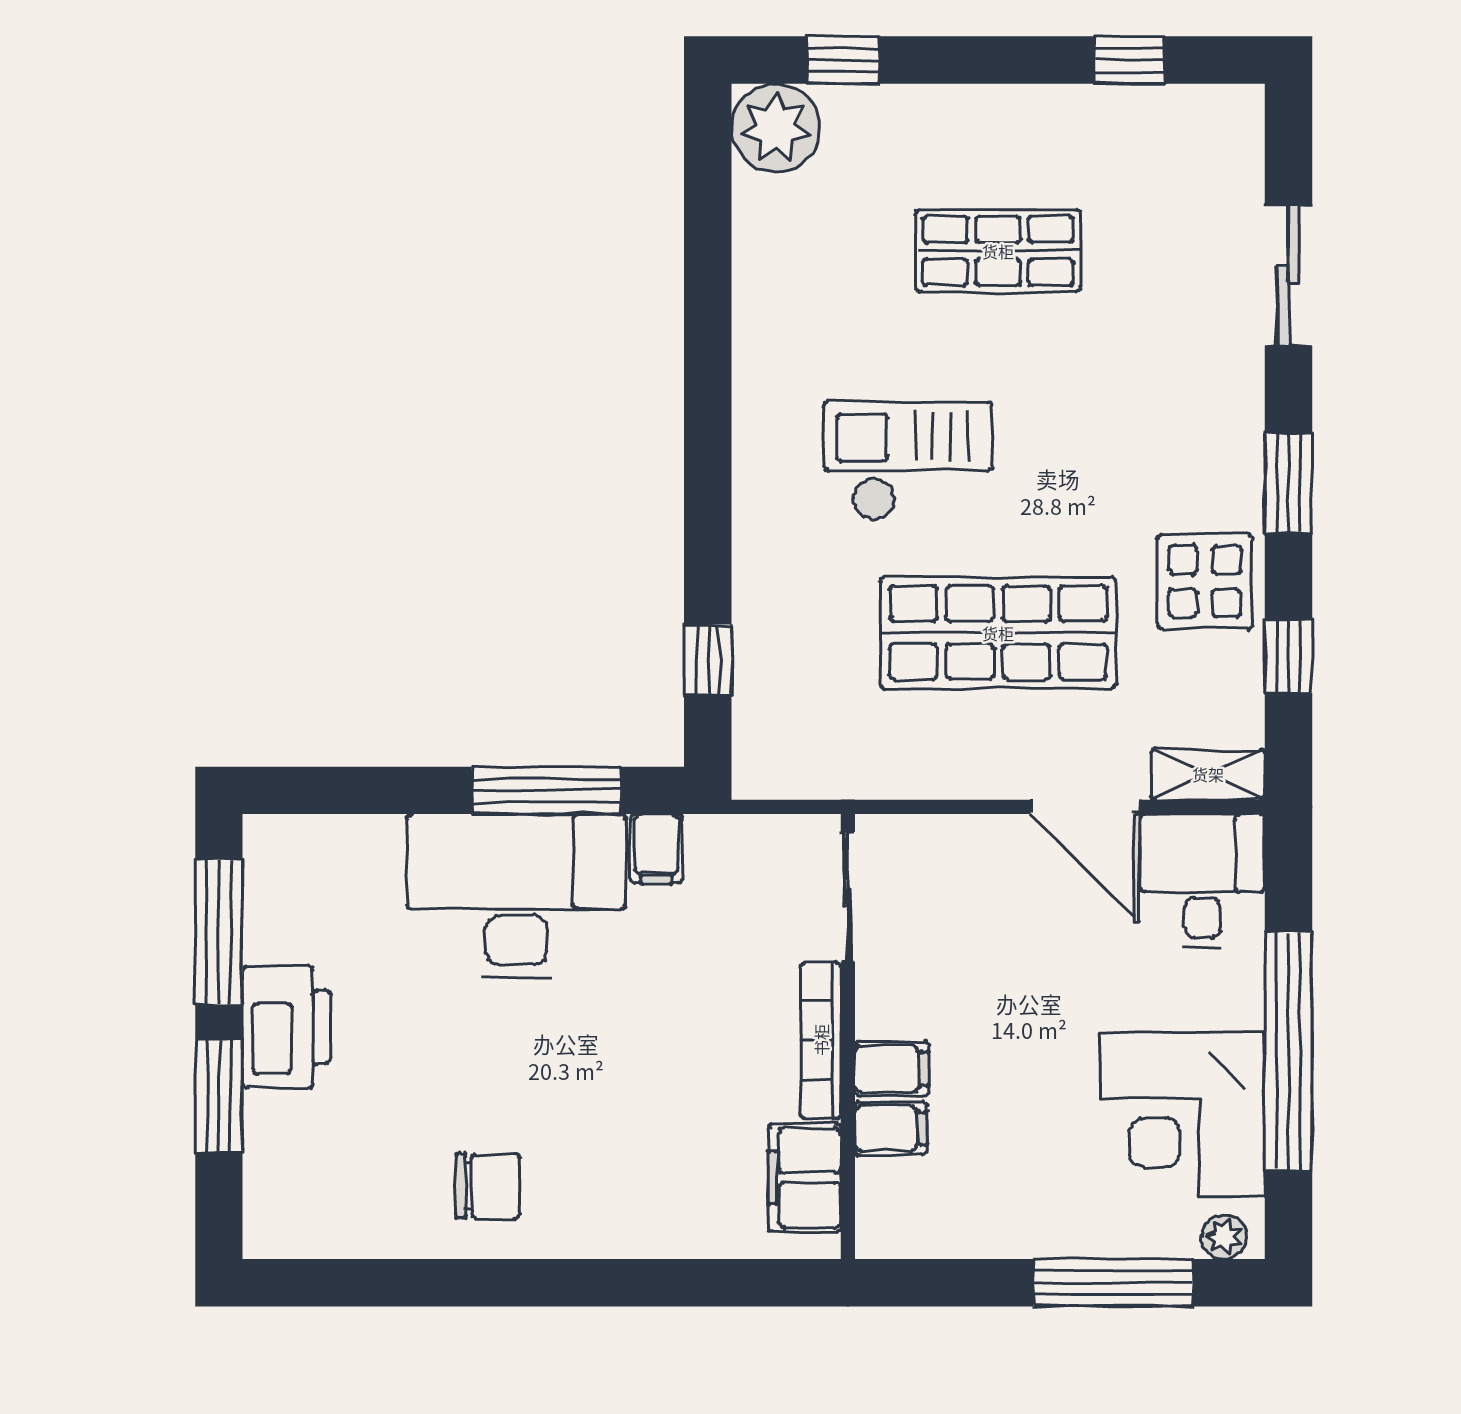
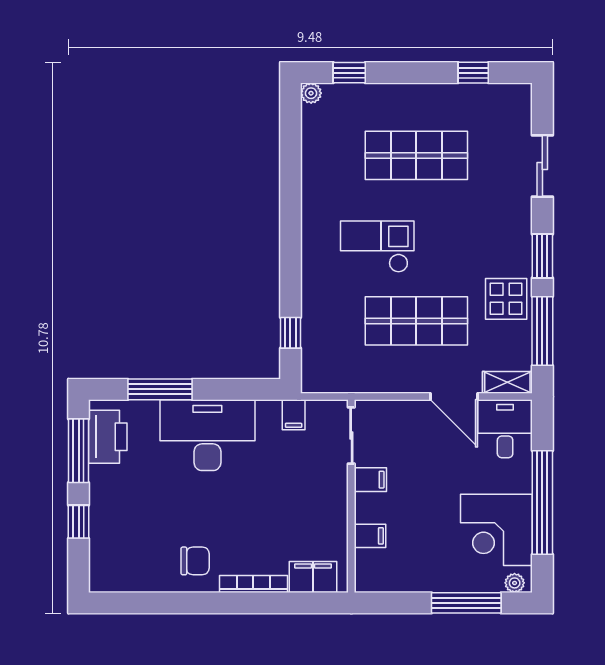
plant: (776, 128) -> (311, 93), width x0.53, depth x0.53
shop shelf: (998, 251) -> (416, 155), width x1.43, depth x1.36
window: (1288, 656) -> (542, 331), width x2.17
window: (546, 790) -> (160, 389), moved
filing cabinet: (657, 849) -> (294, 415), moved
printer: (286, 1027) -> (108, 437), moved
bookcase: (821, 1040) -> (253, 584), moved, turned 90
filing cabinet: (892, 1069) -> (370, 480), moved
window: (219, 1095) -> (79, 522), width x0.67
filing cabinet: (805, 1178) -> (313, 577), moved, turned 90

